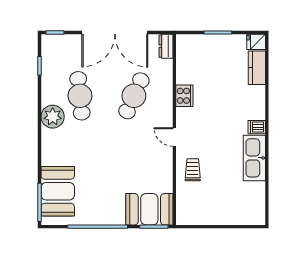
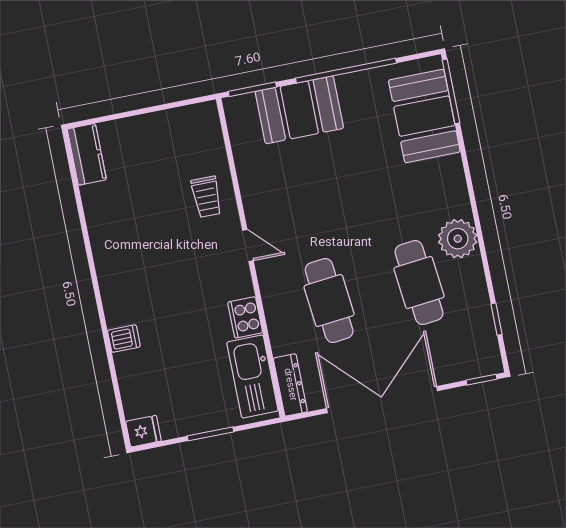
dresser: (166, 46) -> (290, 385), width x1.44
kitchen counter: (257, 68) -> (87, 154), moved
cafe table: (134, 96) -> (329, 300), turned -30
dishwasher: (257, 127) -> (124, 339), moved
kitchen sink: (254, 158) -> (252, 377), moved, turned 180
booth: (149, 209) -> (299, 110), moved

